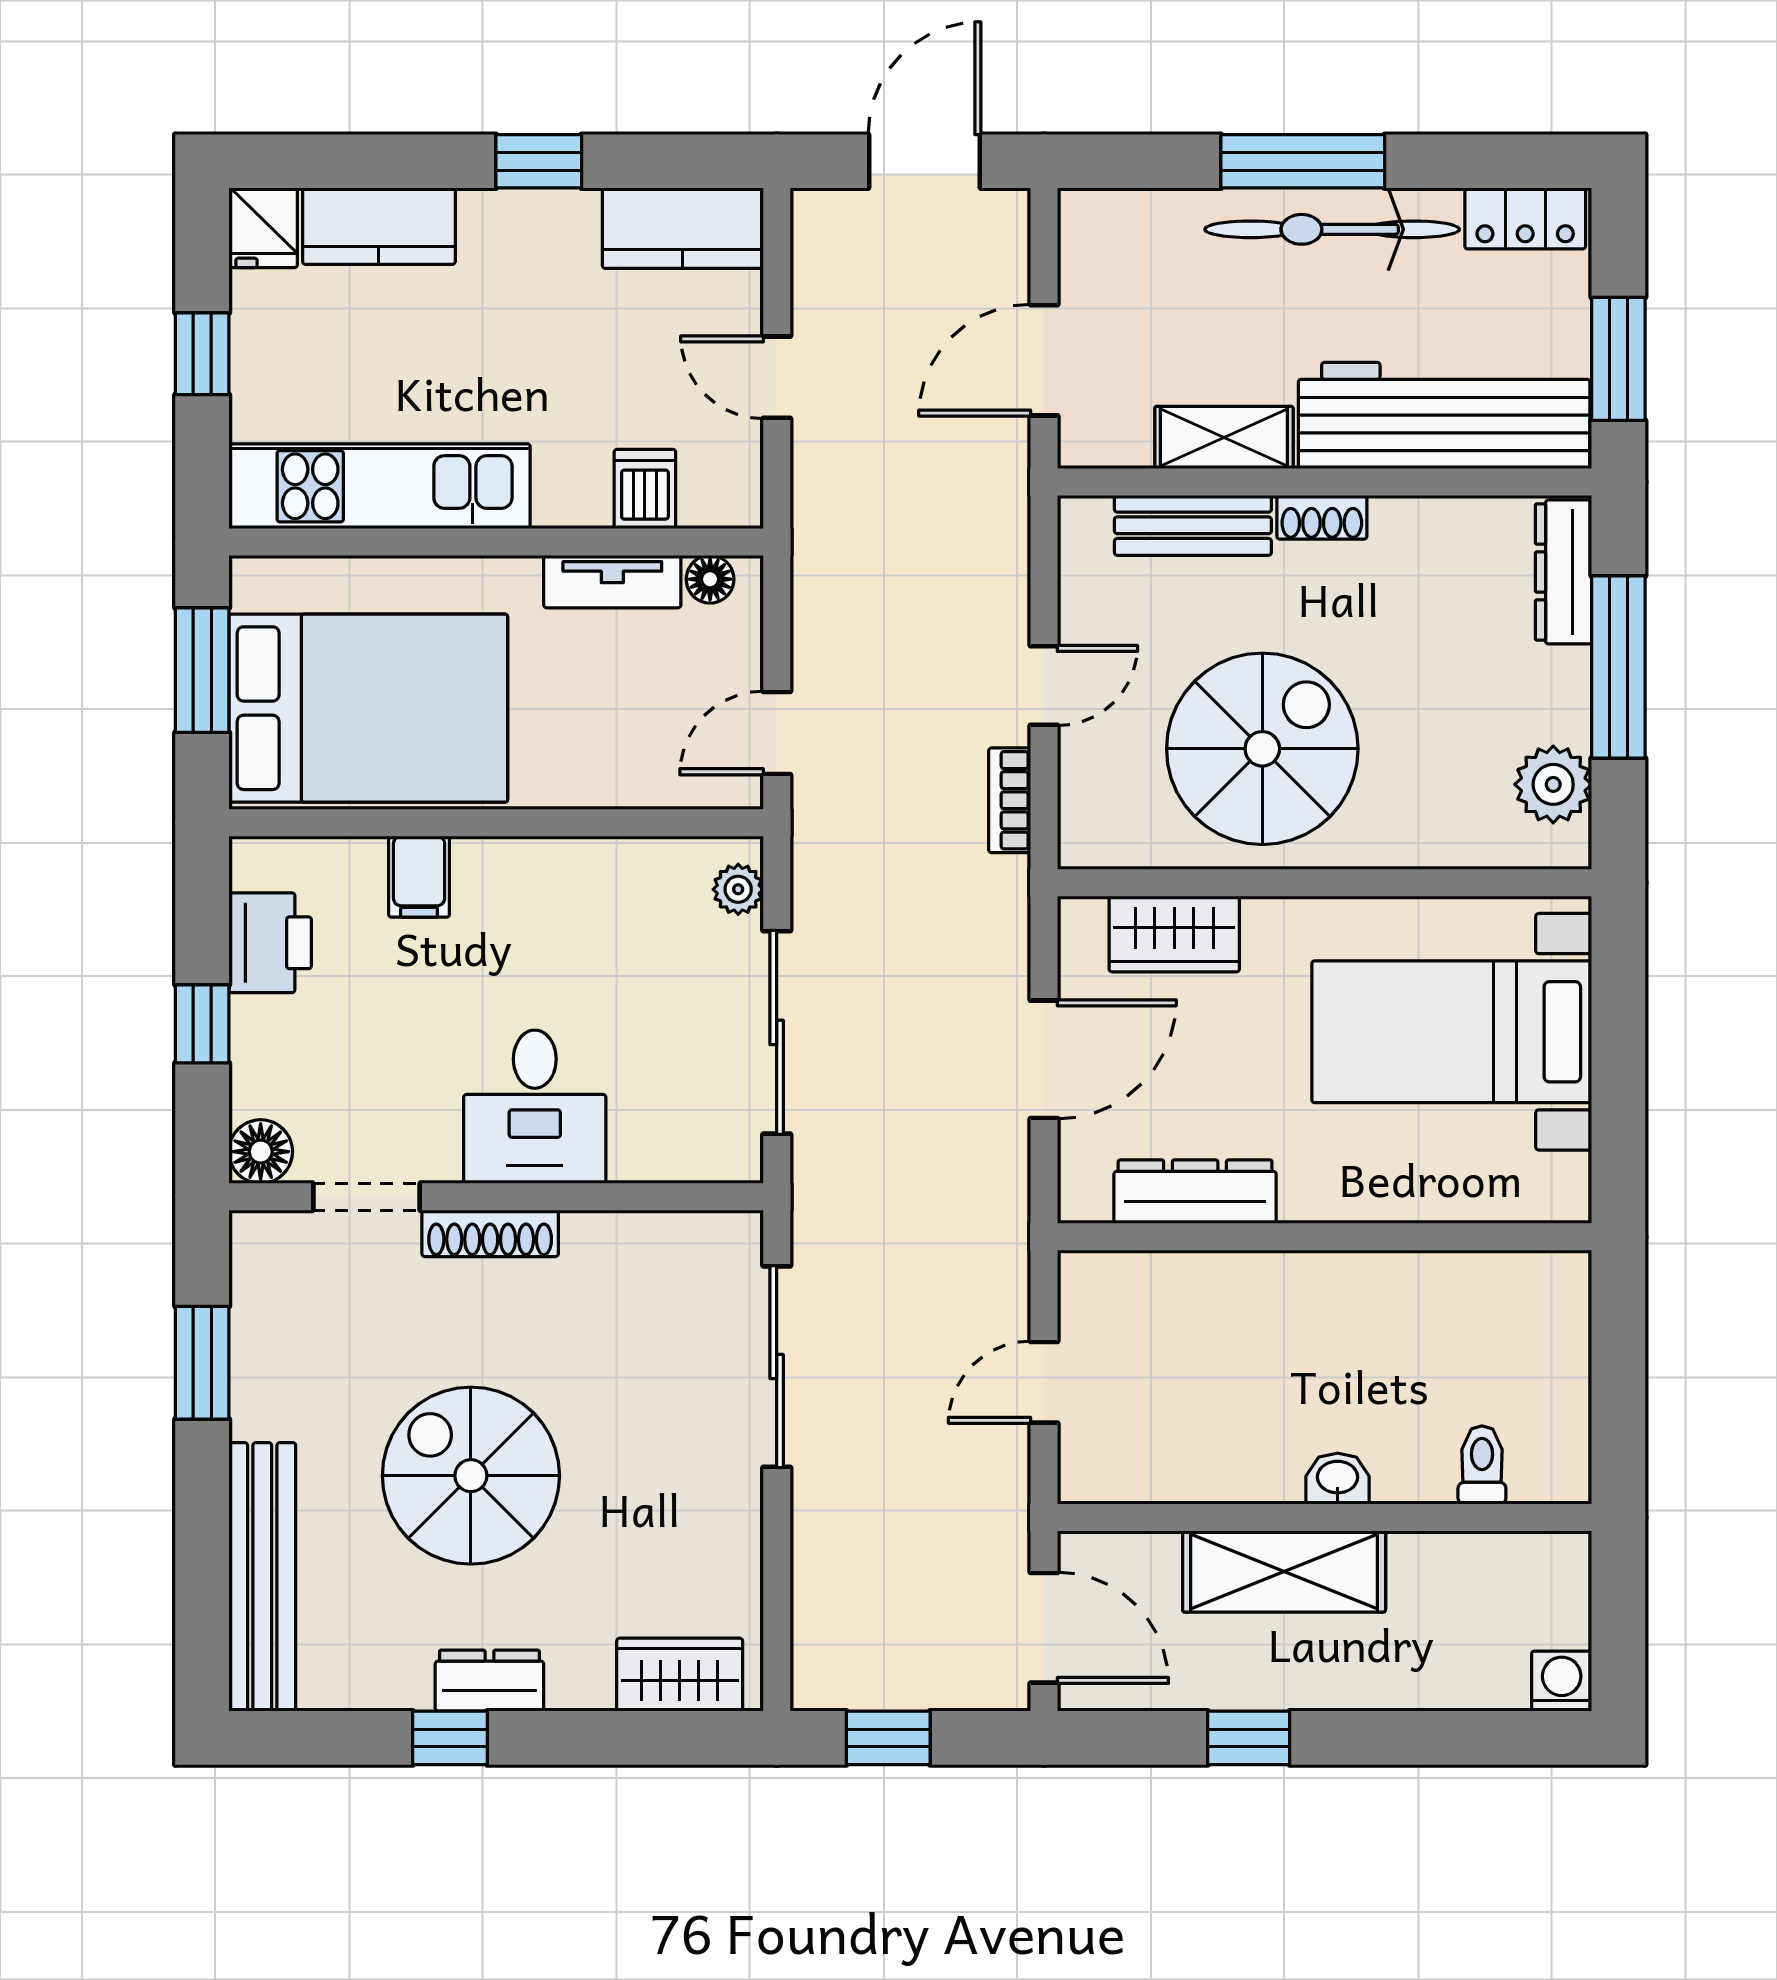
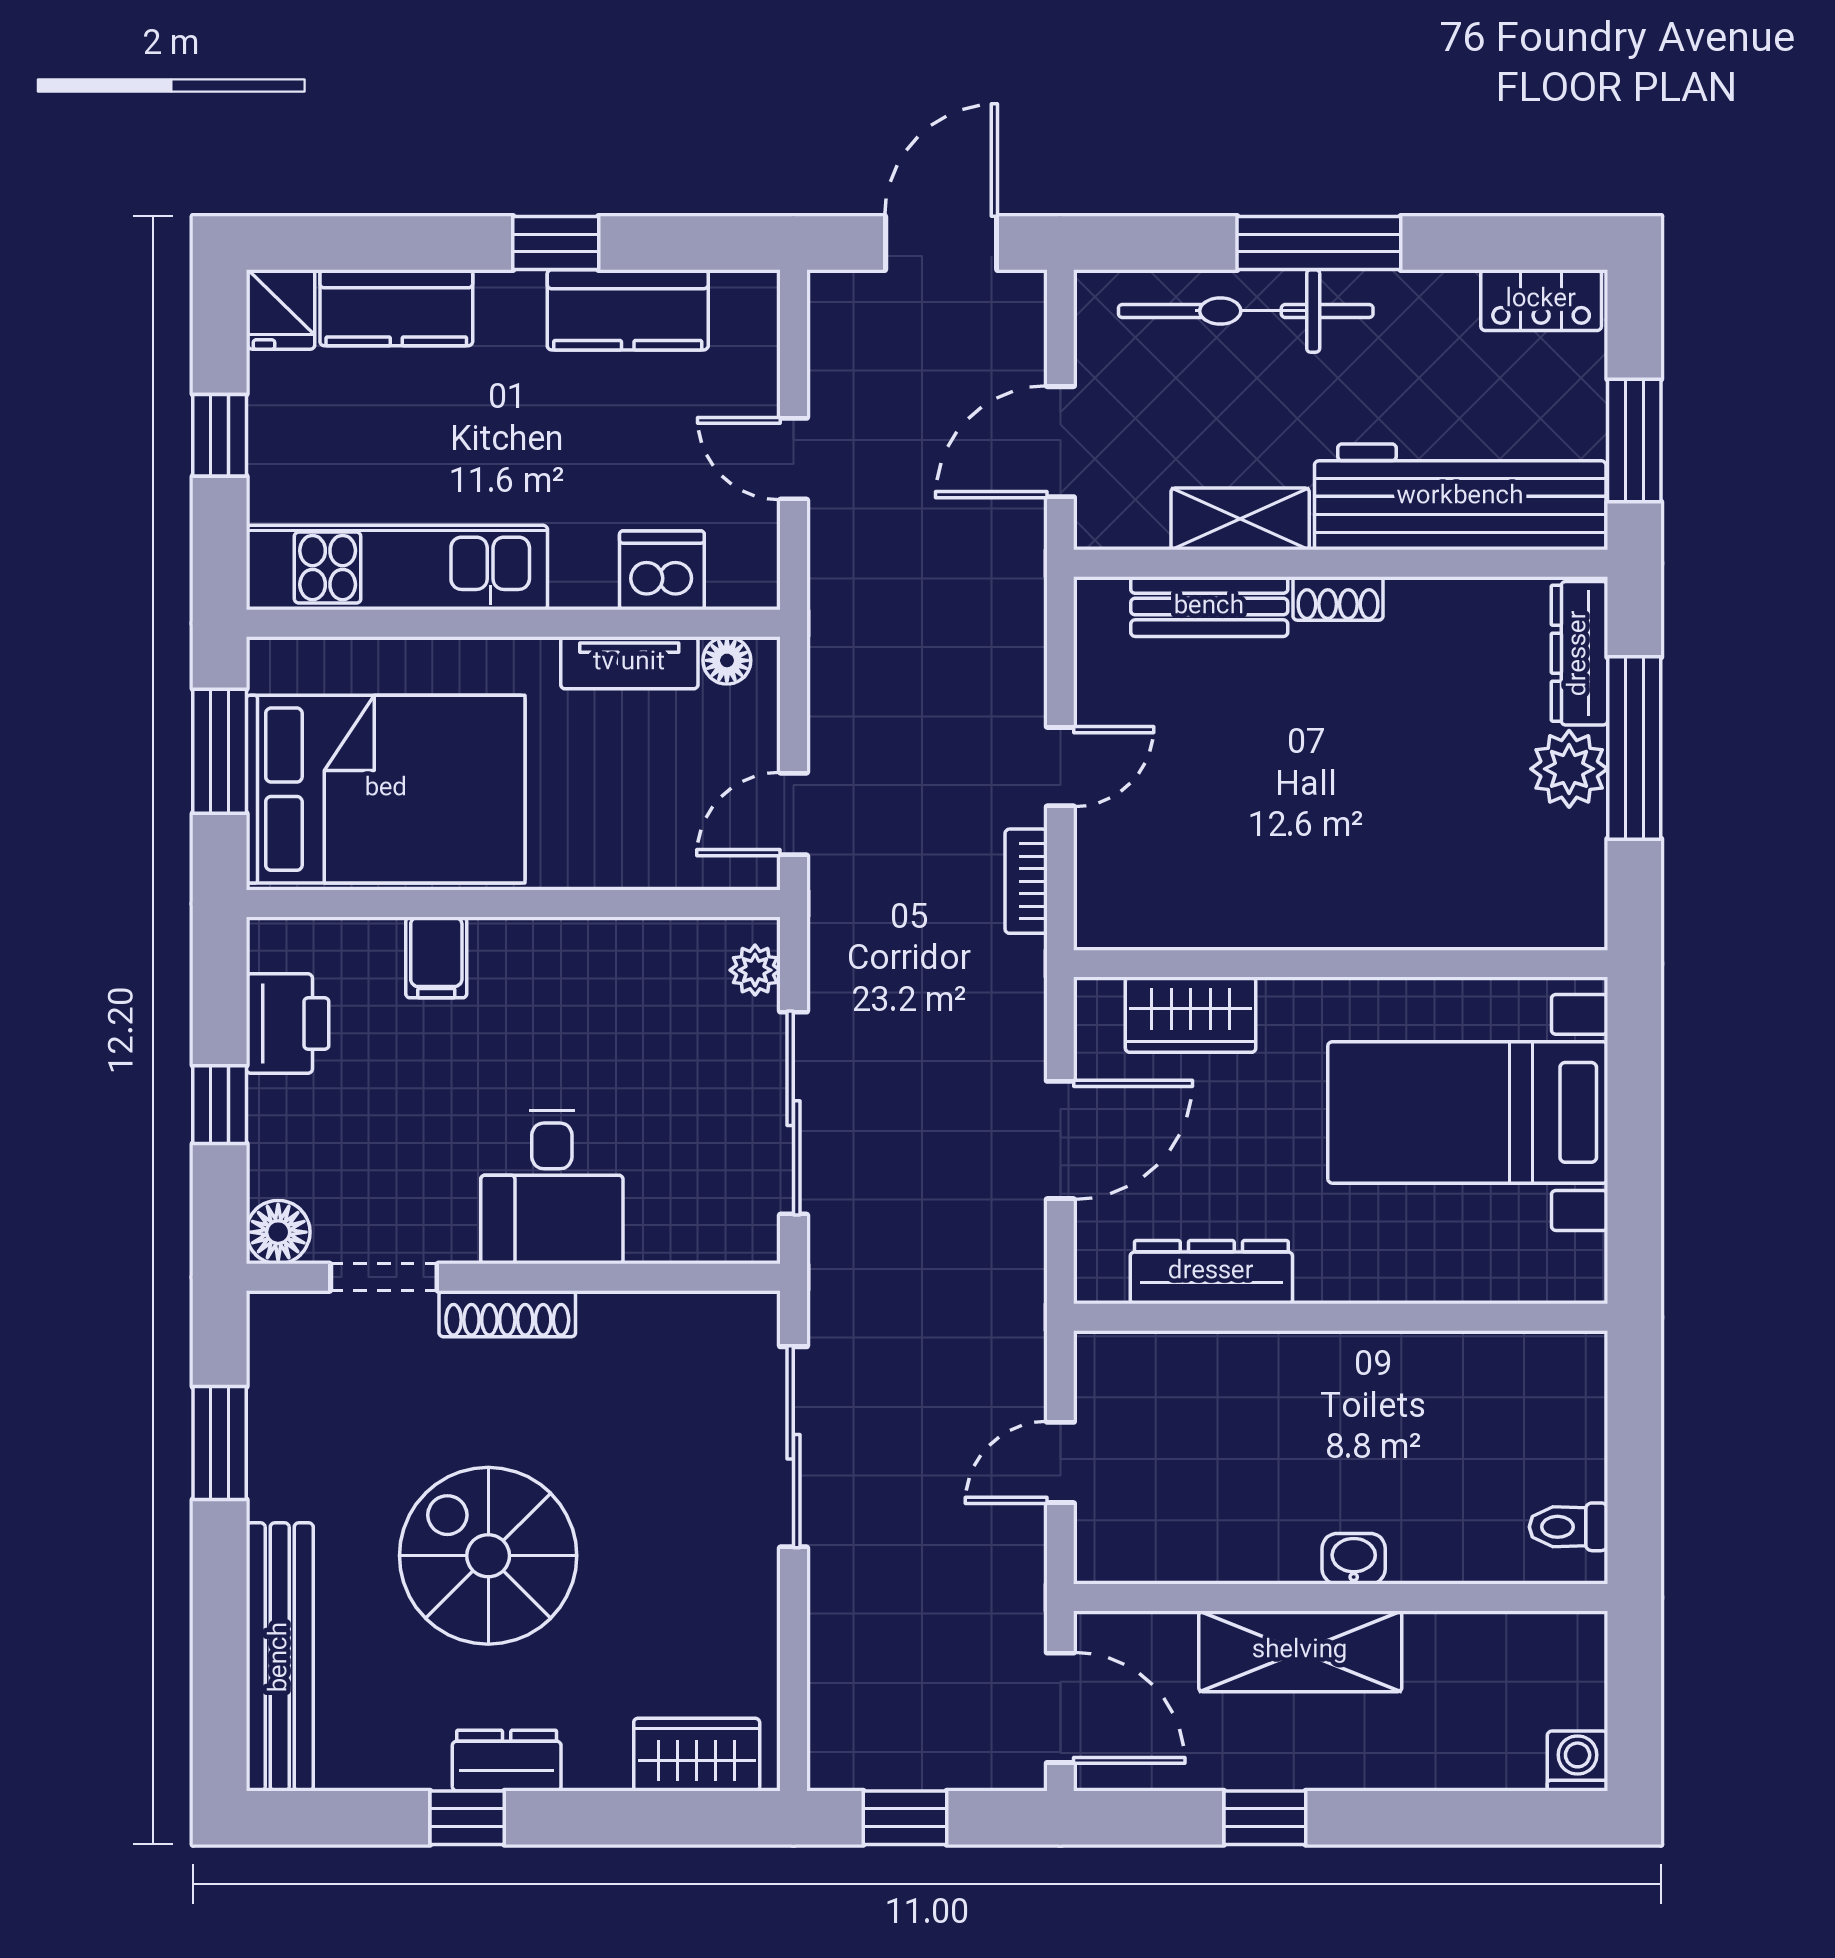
kitchen counter: (683, 228) -> (628, 310), moved
bicycle: (1332, 229) -> (1246, 311), moved
dishwasher: (645, 489) -> (662, 570), width x1.38
spiral stairs: (1262, 749) -> (1279, 830), removed
plant: (1553, 784) -> (1569, 769), moved
toilet: (1482, 1465) -> (1568, 1527), moved, turned -90

